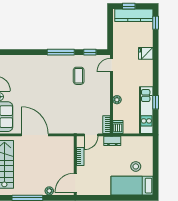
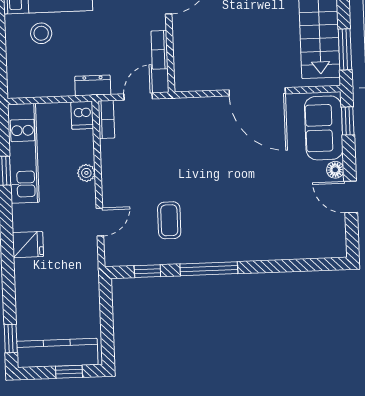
fridge: (146, 53) -> (28, 245), moved
door: (111, 65) -> (100, 222), moved

